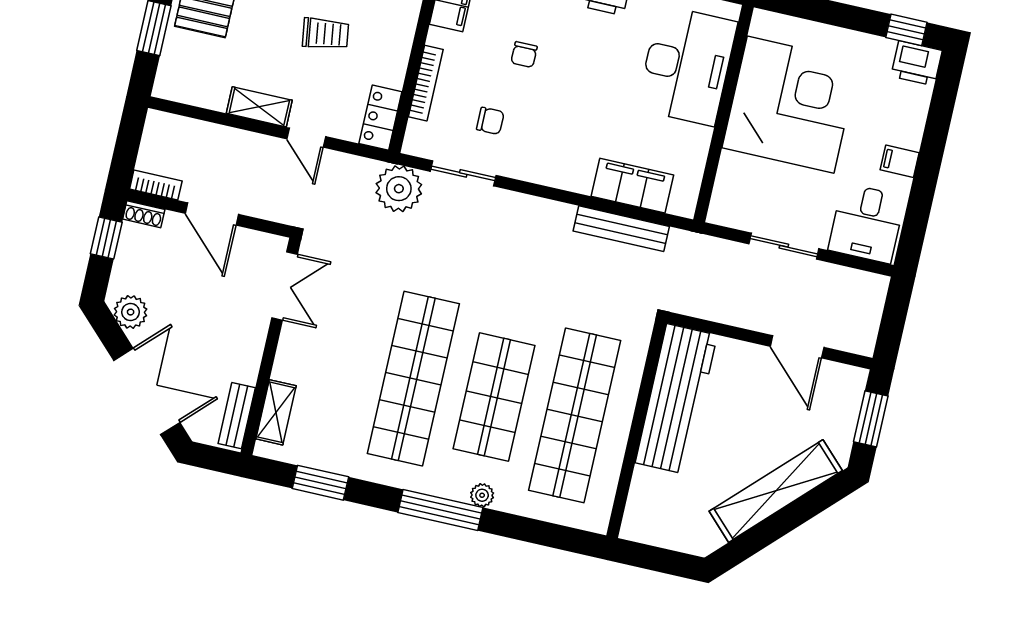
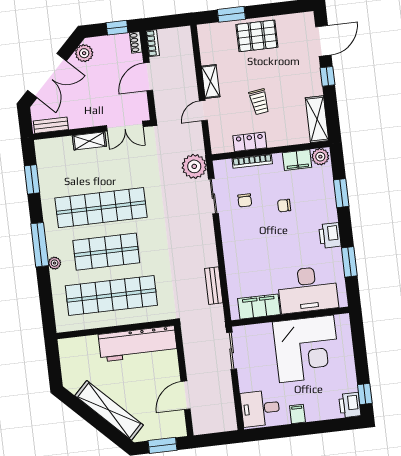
locker: (380, 118) -> (250, 142), moved
filing cabinet: (632, 186) -> (259, 307), moved, turned -90
bench: (621, 229) -> (214, 286), width x0.73
sliding door: (784, 246) -> (232, 351), moved
shelving: (276, 412) -> (89, 141), moved

